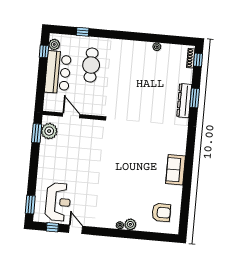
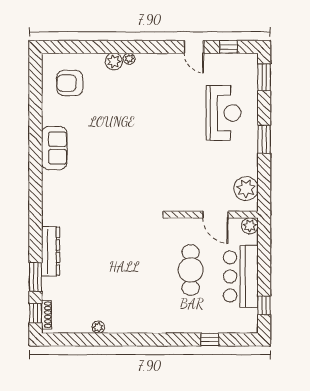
plant: (54, 44) -> (250, 226), moved
cafe table: (91, 65) -> (191, 270), moved
window: (195, 98) -> (36, 277), moved
window: (37, 133) -> (264, 139), moved
reception desk: (58, 202) -> (224, 113), moved, turned 180

